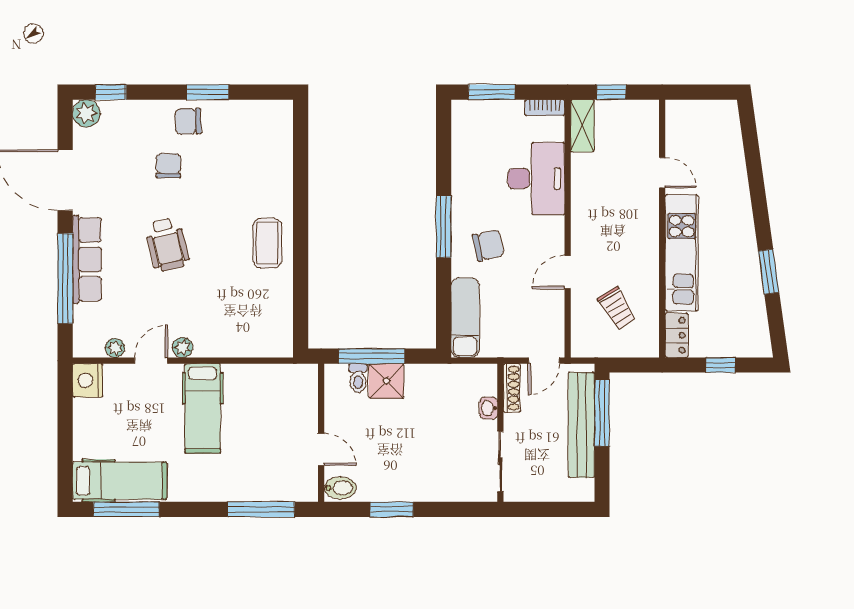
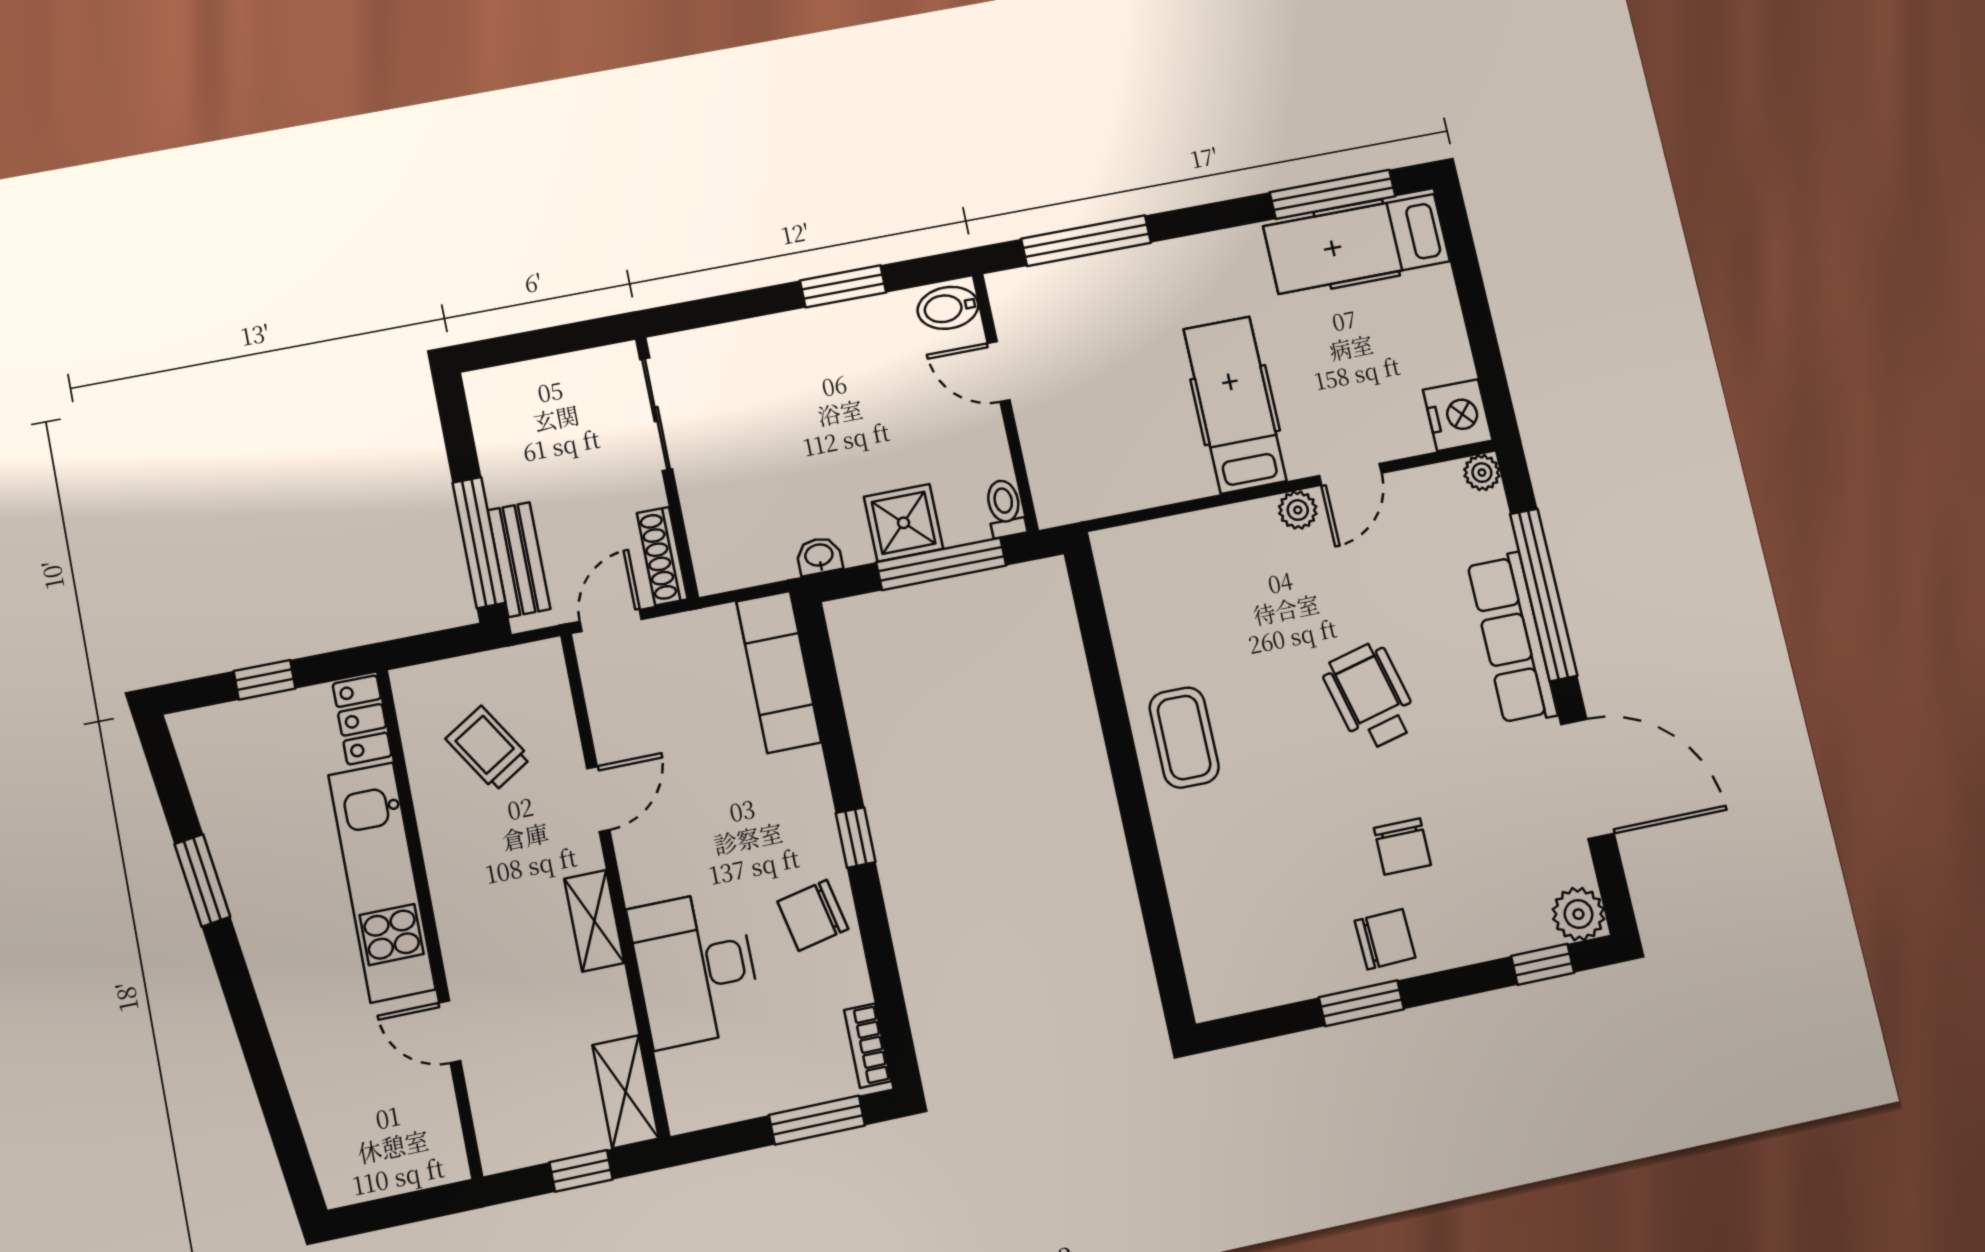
bookcase: (545, 108) -> (868, 1046), moved, turned -90
shelving: (581, 212) -> (594, 921), added
window: (444, 227) -> (856, 838), width x0.46
chair: (488, 245) -> (813, 915), moved
plant: (115, 348) -> (1482, 473), moved
toilet: (358, 378) -> (1005, 508), moved
washbasin: (489, 408) -> (819, 556), moved, turned -90
bench: (581, 425) -> (519, 560), width x0.54, depth x0.82

